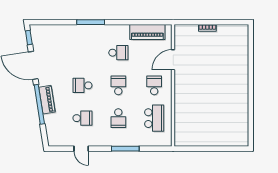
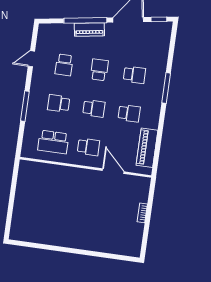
school desk: (82, 53) -> (134, 75), added
school desk: (118, 53) -> (129, 113), turned -90

